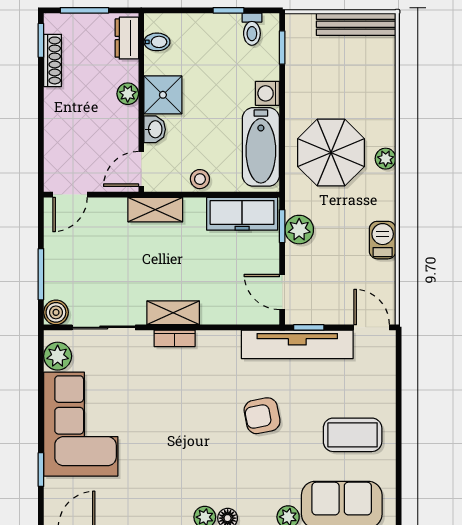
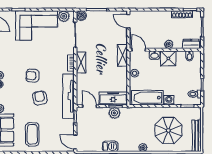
parasol: (331, 153) -> (168, 130), moved
freezer: (242, 214) -> (113, 98), moved, turned 90
door: (282, 292) -> (89, 106), hinge flipped
door: (372, 327) -> (75, 142), swing flipped
tv unit: (297, 344) -> (68, 96), moved
armchair: (206, 434) -> (33, 76), added

